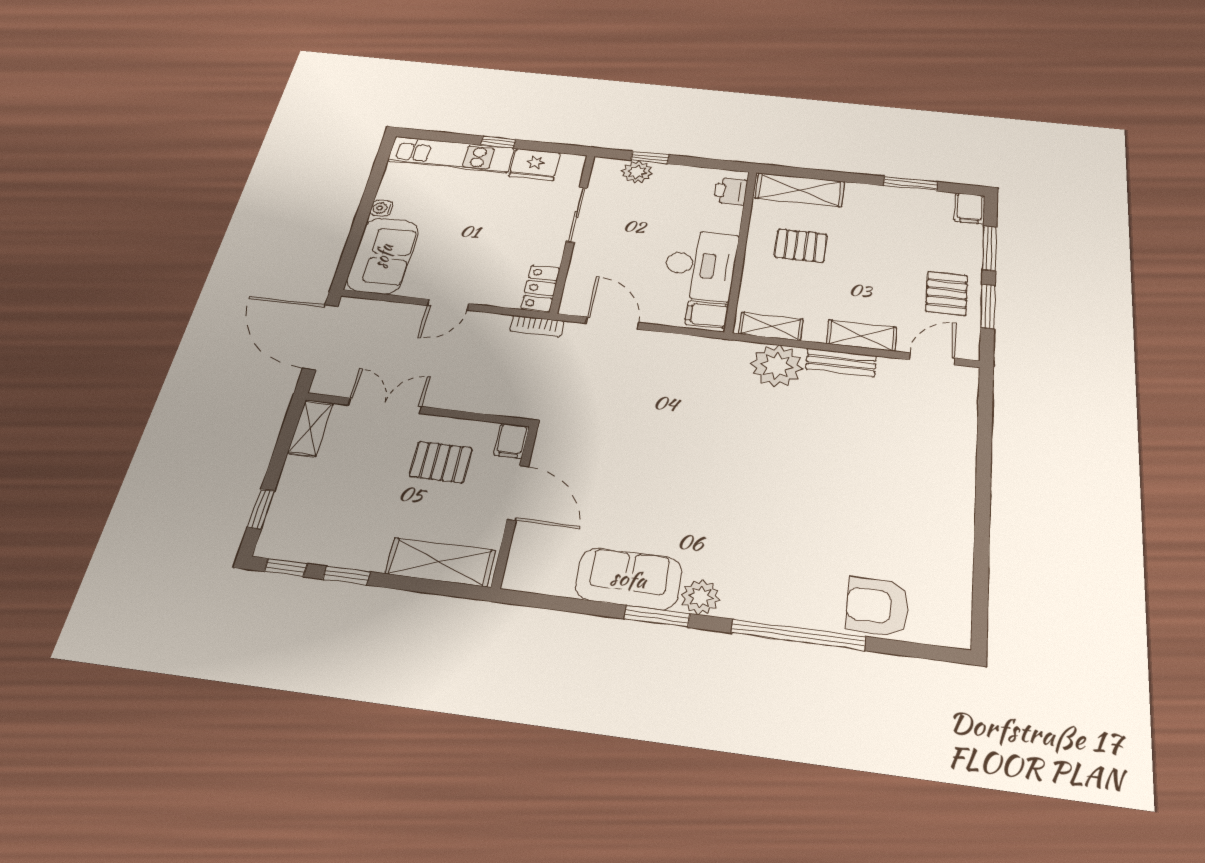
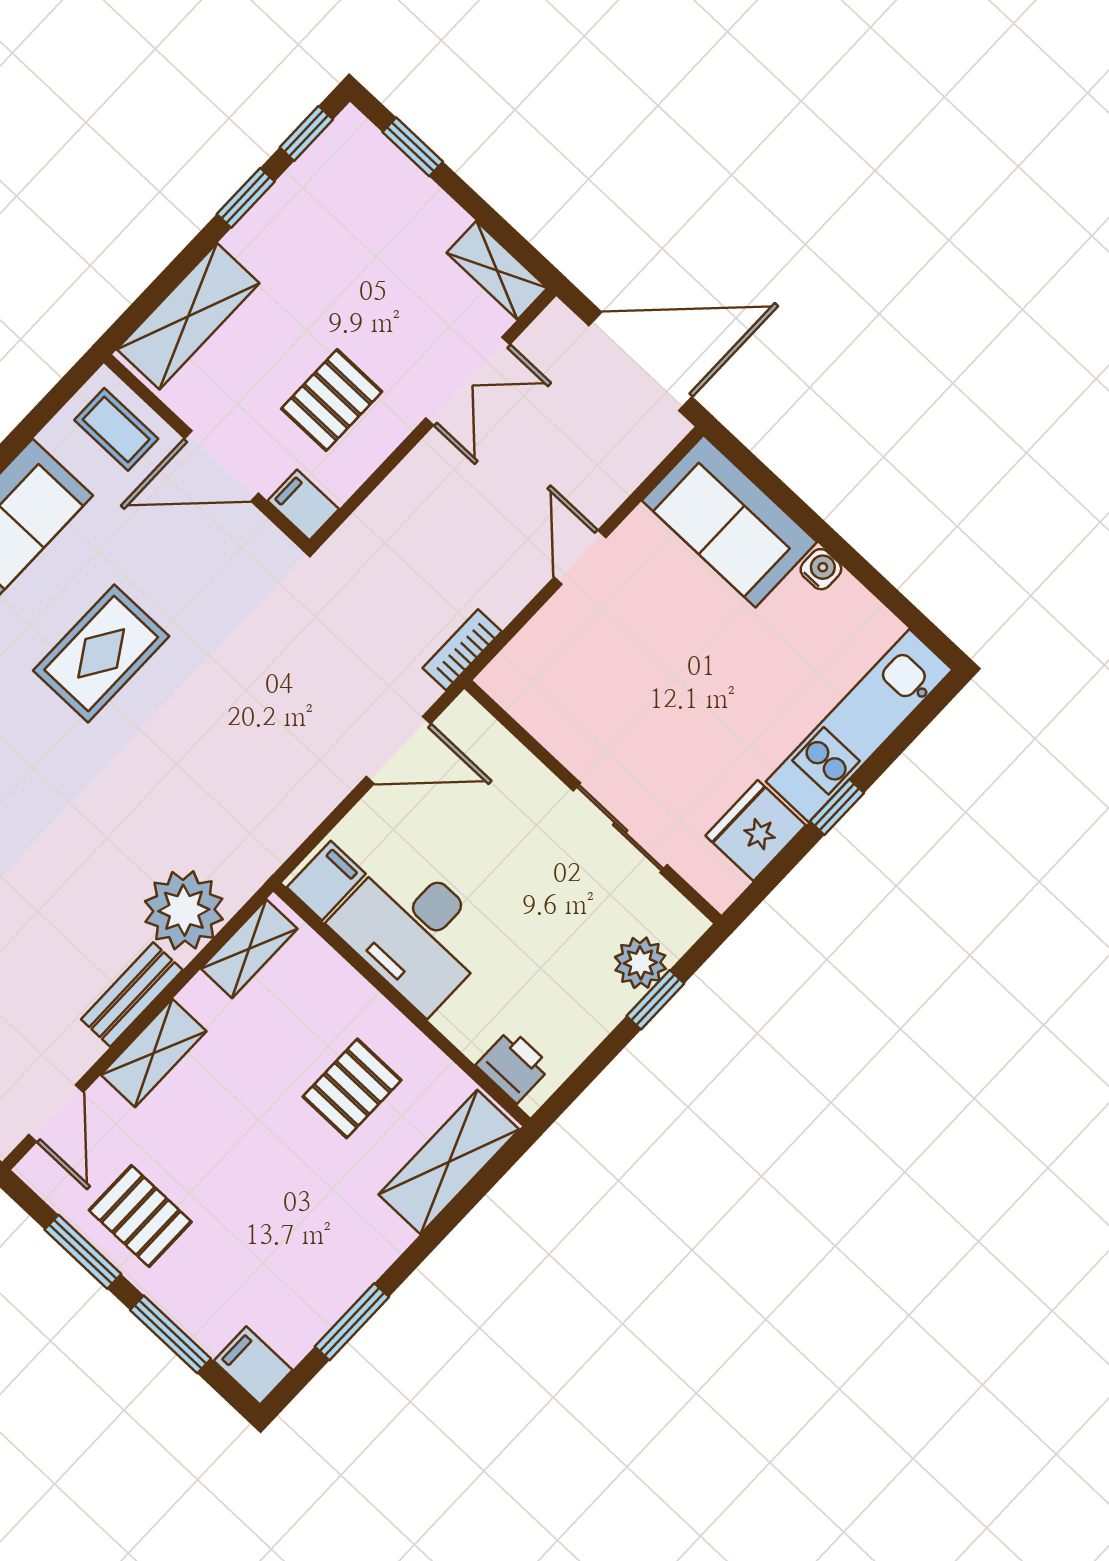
locker: (541, 288) -> (523, 695), removed
rug: (671, 487) -> (101, 653), added
coffee table: (535, 558) -> (116, 429), added

